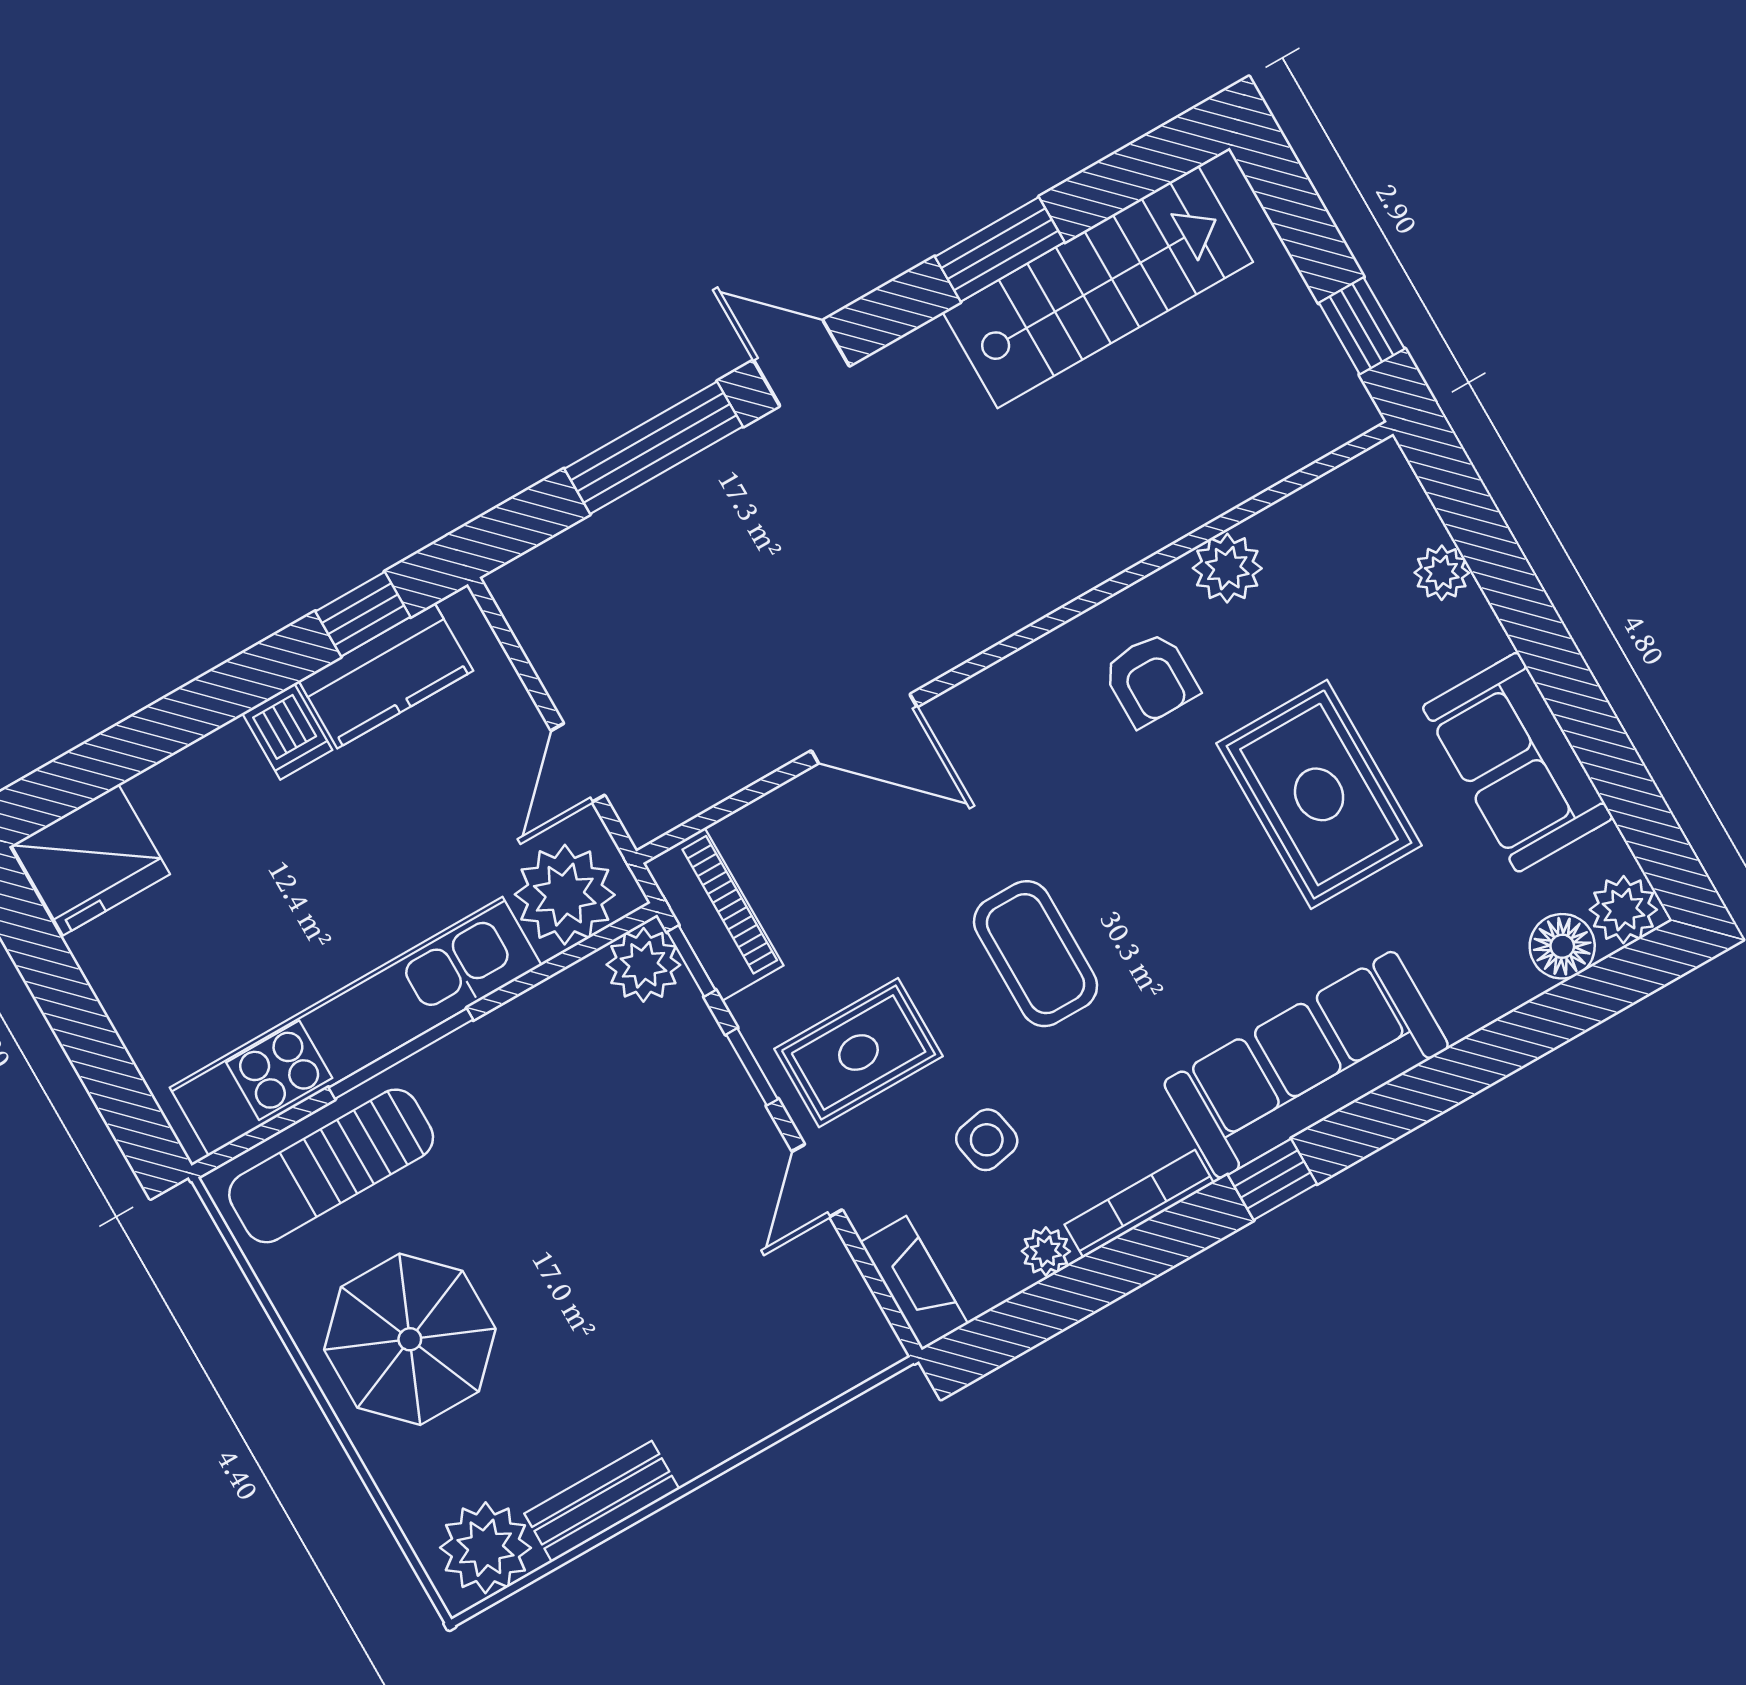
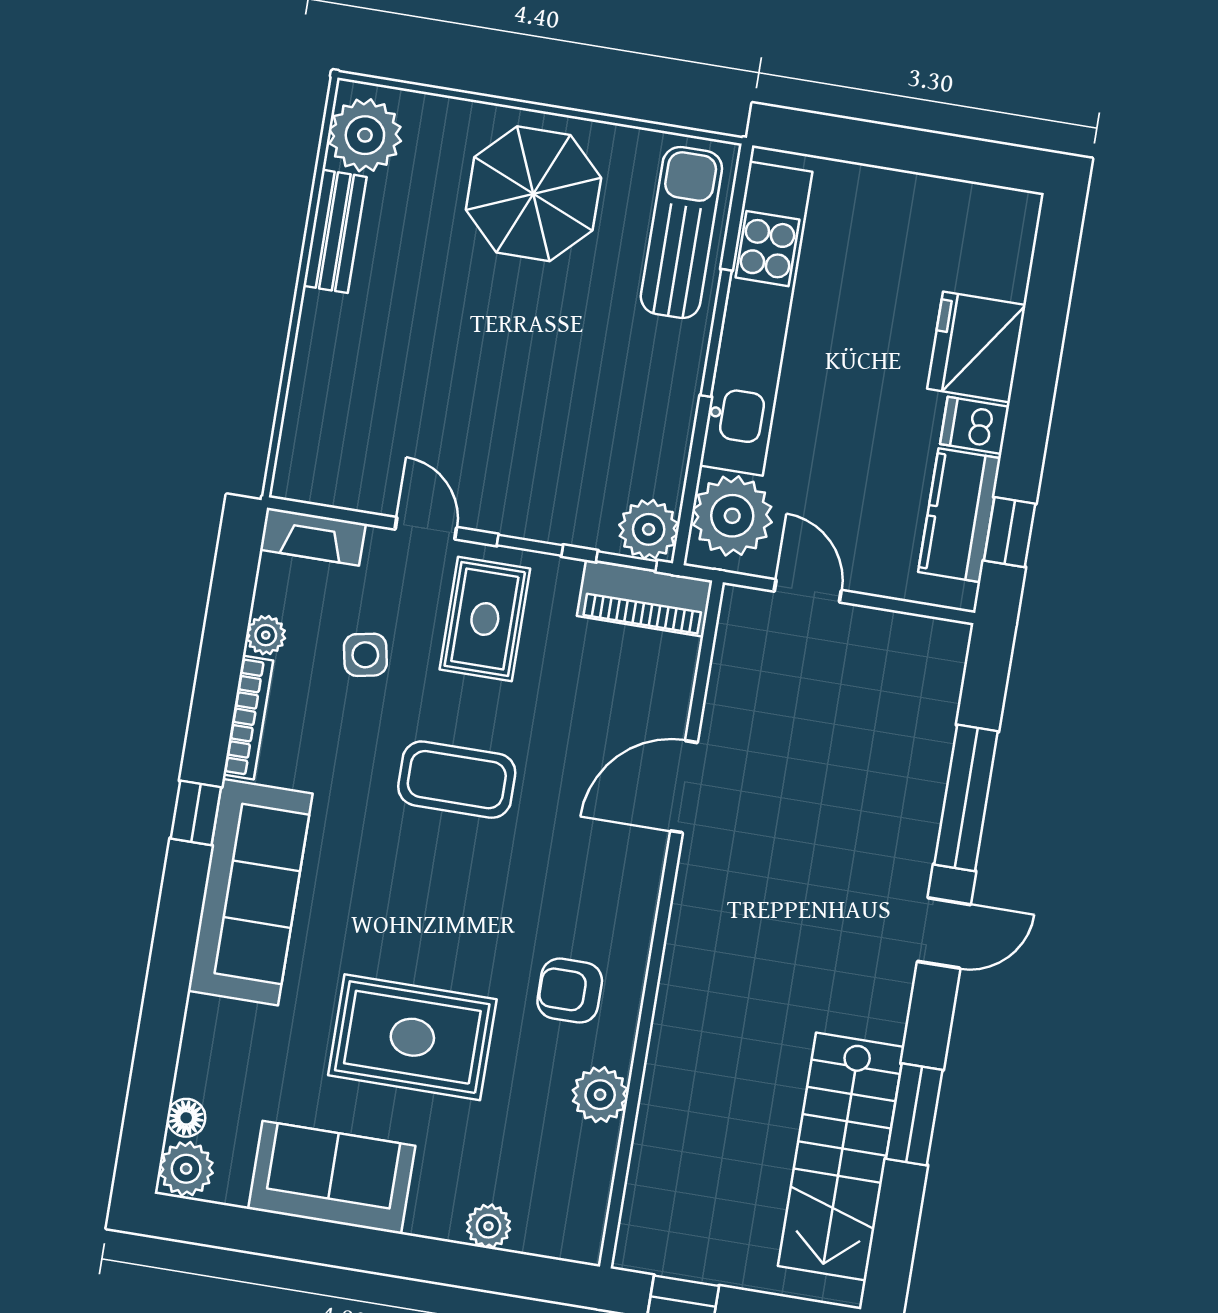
fridge: (91, 860) -> (976, 347), moved
floor lamp: (1562, 946) -> (186, 1118), width x0.73, depth x0.73

